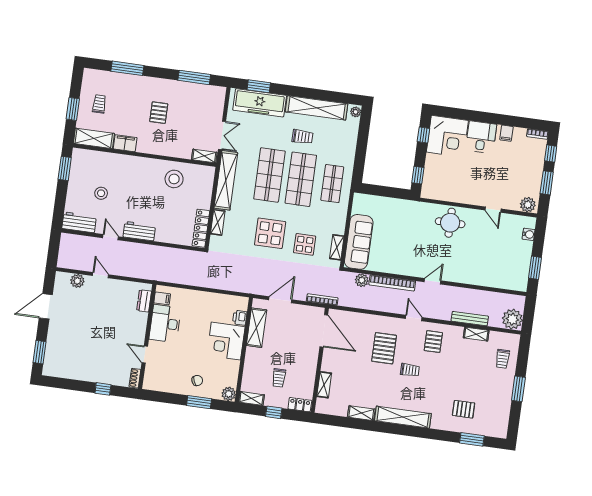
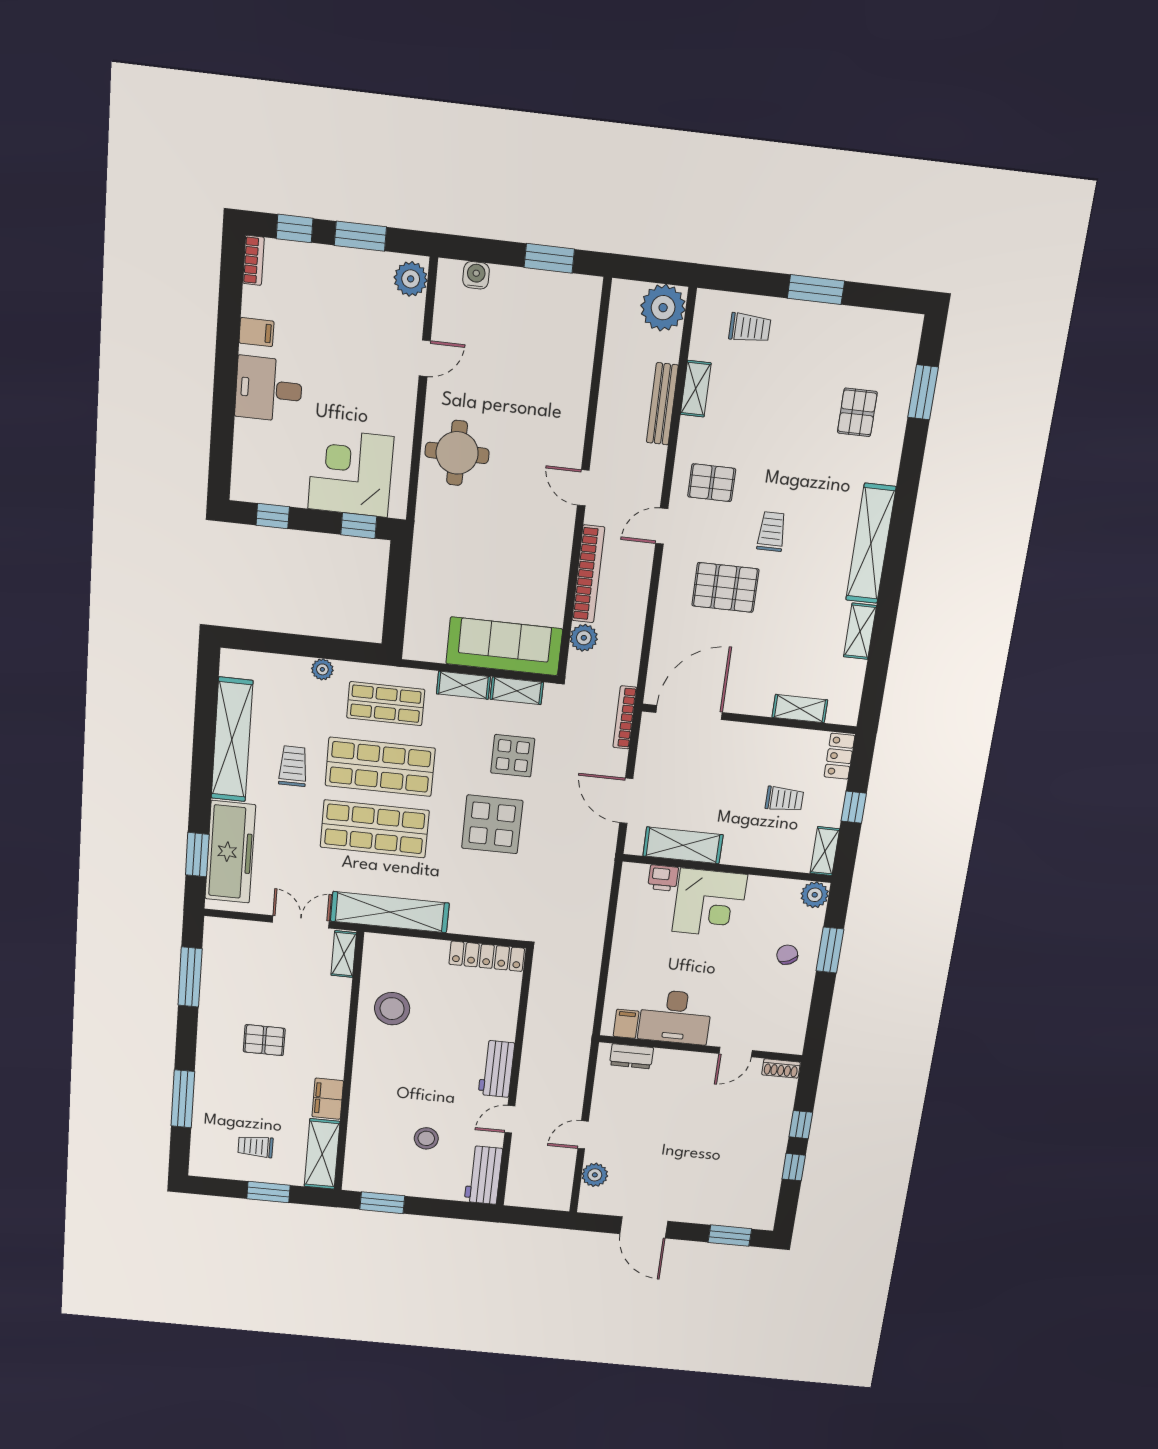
plant: (356, 112) -> (322, 669), moved
corner desk: (447, 136) -> (351, 473), moved, turned -90
shelving: (218, 222) -> (463, 685), moved
window: (79, 386) -> (794, 1167), added

